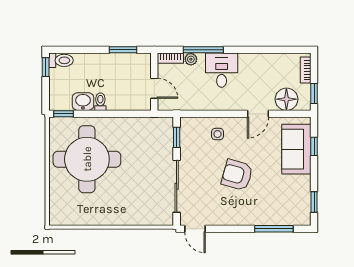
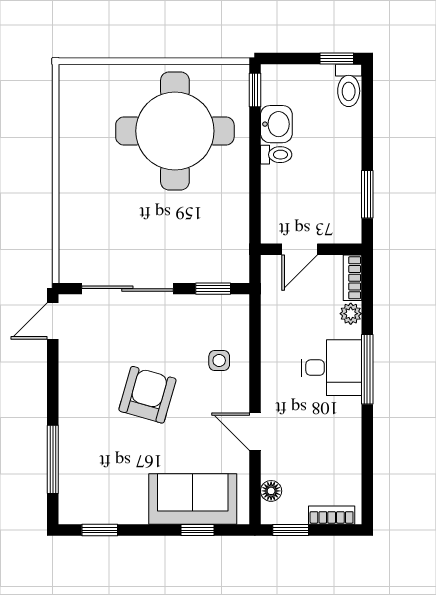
window: (203, 50) -> (367, 369), moved
floor lamp: (286, 99) -> (271, 491), width x0.53, depth x0.53

